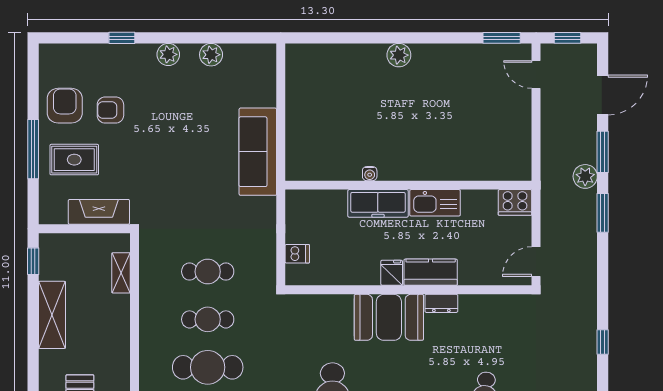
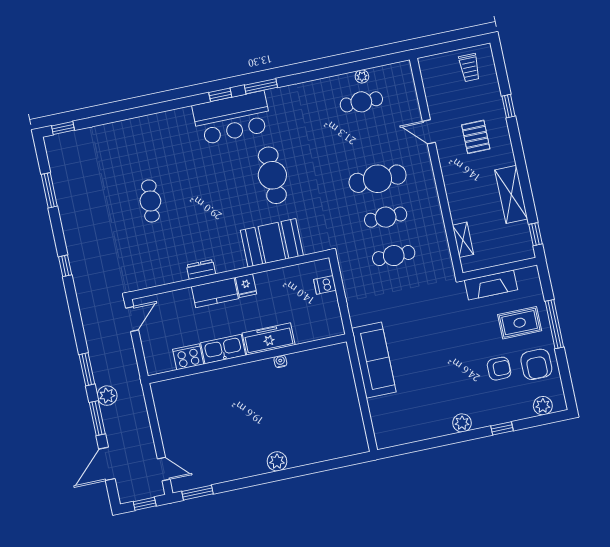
plant: (211, 55) -> (543, 406), moved
cooker: (515, 202) -> (188, 357), moved
booth: (389, 317) -> (272, 243), moved

